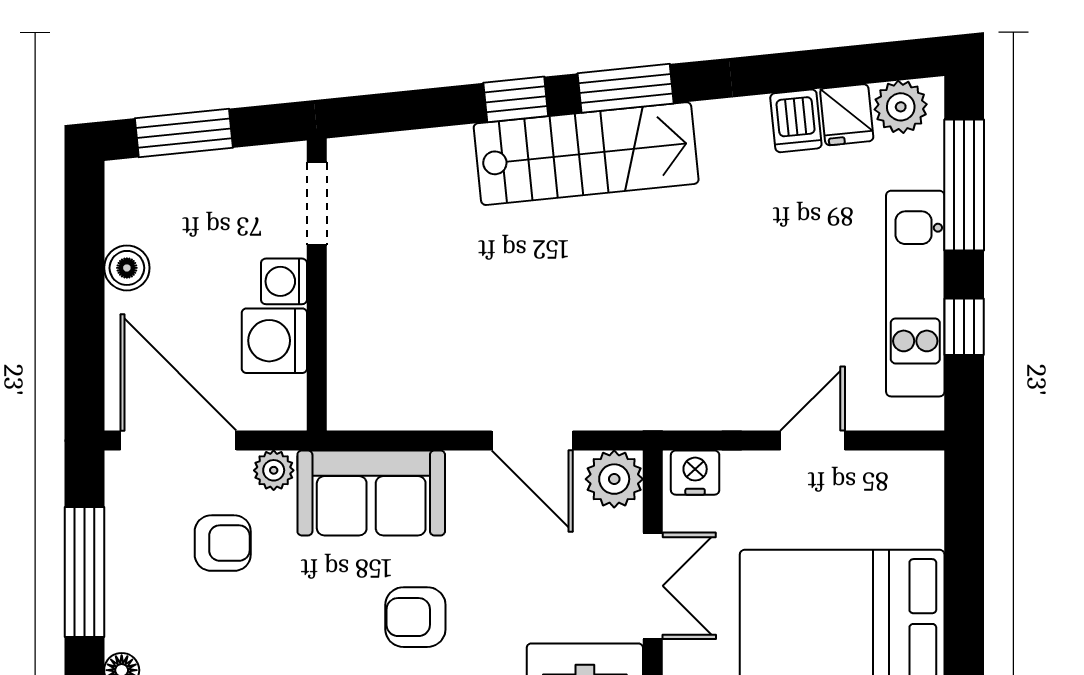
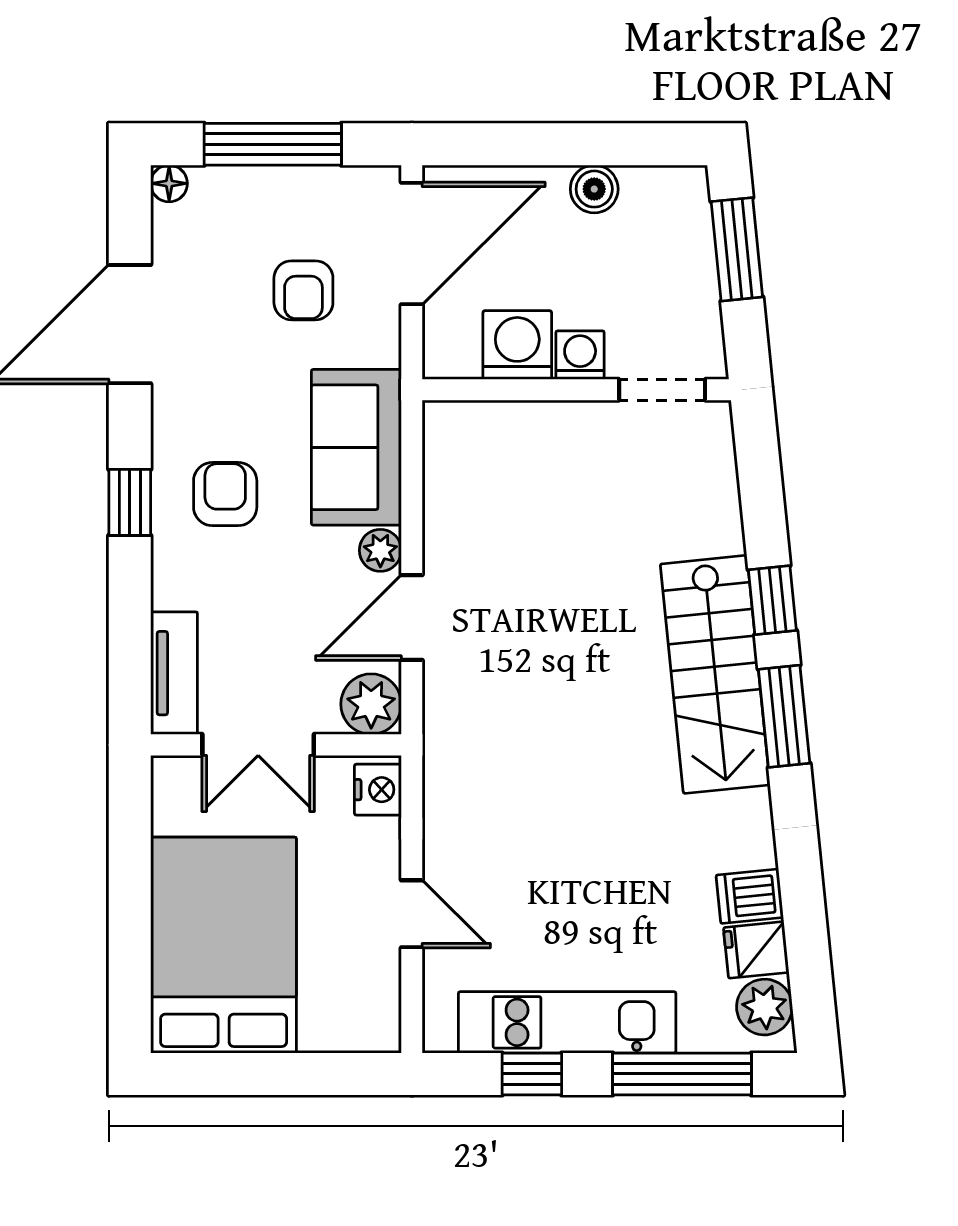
plant: (274, 470) -> (380, 550), moved

